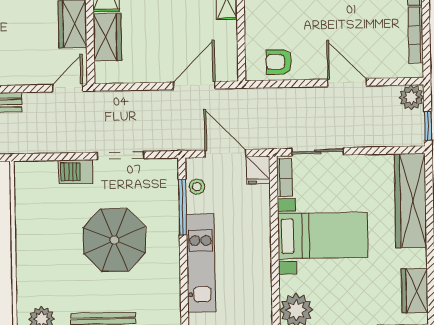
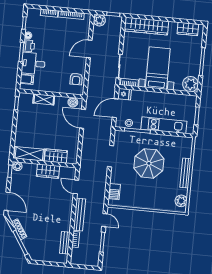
boiler: (228, 61) -> (73, 102), added
door: (68, 88) -> (76, 187), moved
barbecue: (76, 172) -> (114, 192), moved

